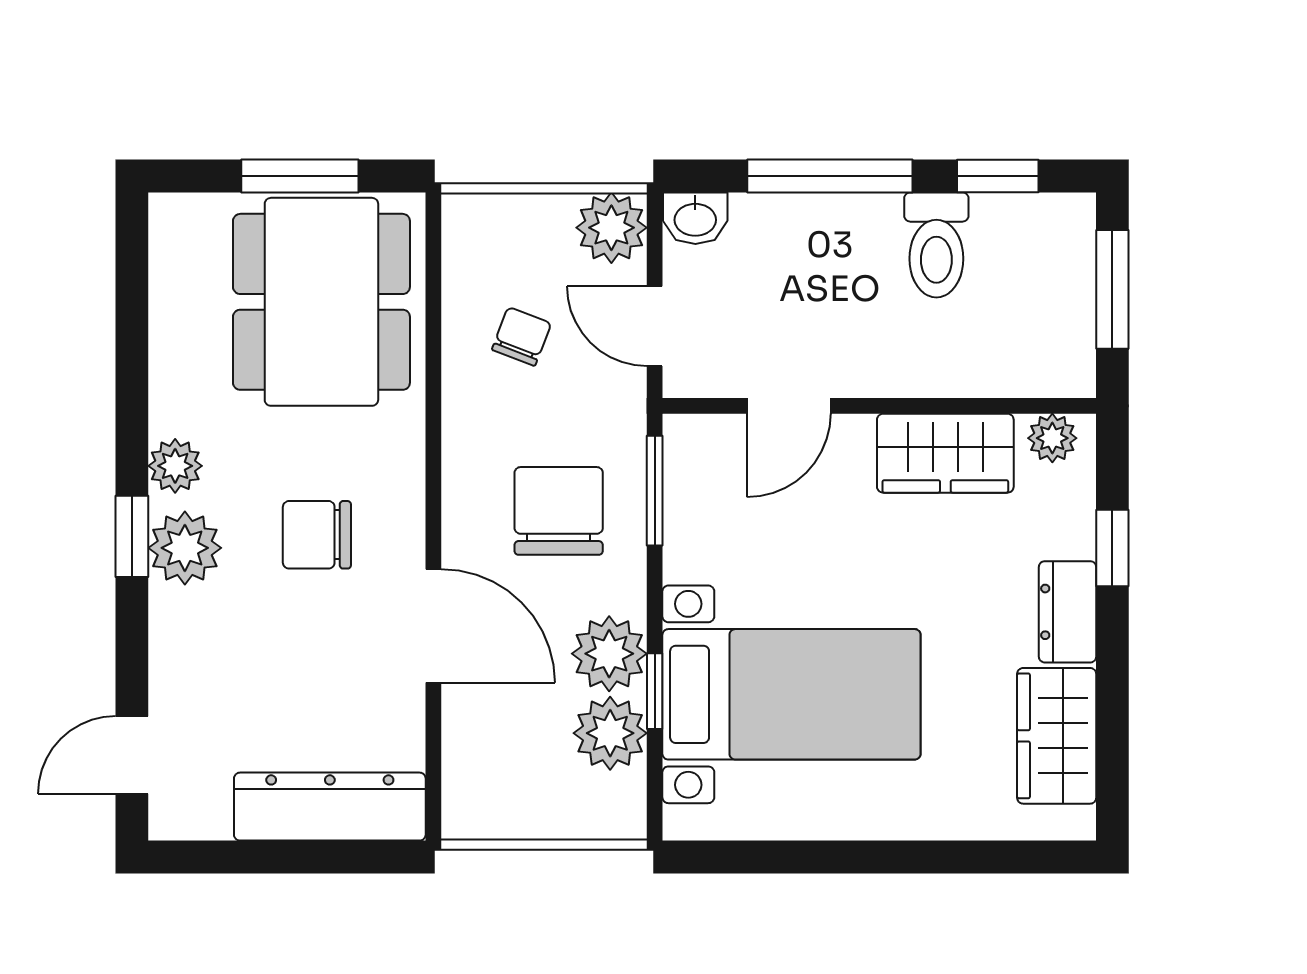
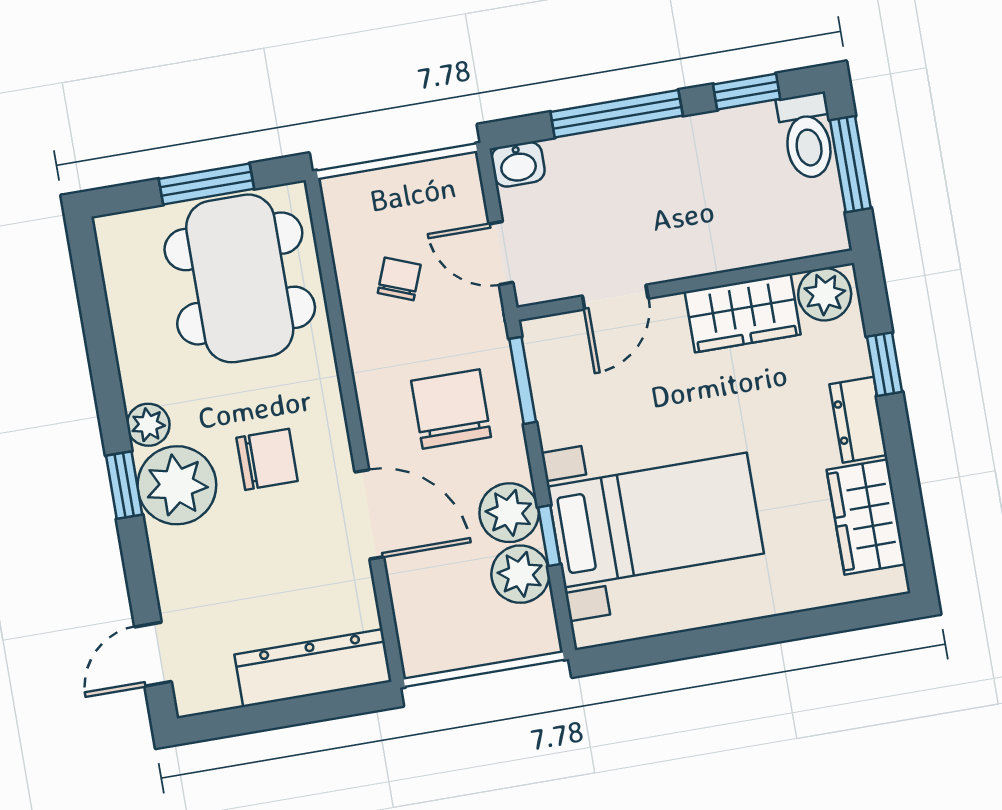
plant: (611, 228) -> (454, 183), removed
toilet: (936, 245) -> (807, 136), moved
plant: (1052, 438) -> (825, 294), width x1.38, depth x1.38
chair: (317, 535) -> (267, 459), turned 180
plant: (185, 548) -> (177, 485), width x1.36, depth x1.36

